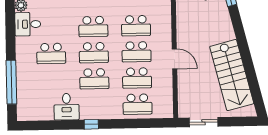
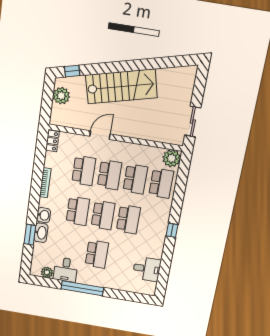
door: (175, 59) -> (100, 135), moved
stairs: (232, 75) -> (121, 86), moved
window: (11, 82) -> (82, 288), moved
desk: (67, 107) -> (147, 269), moved
plant: (164, 109) -> (172, 158), added

